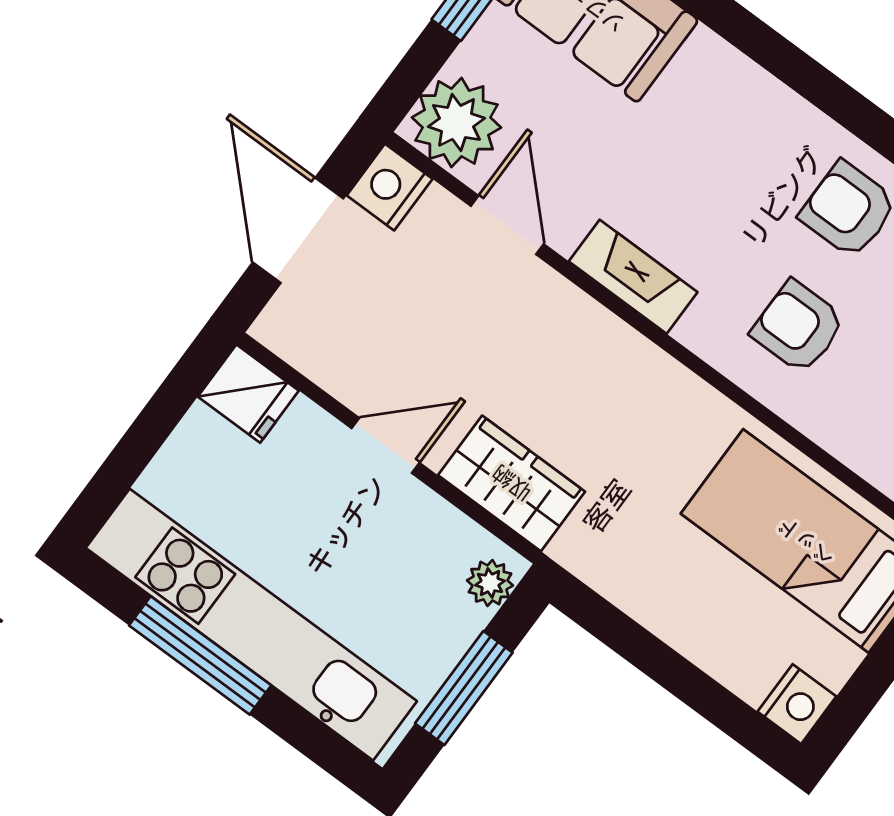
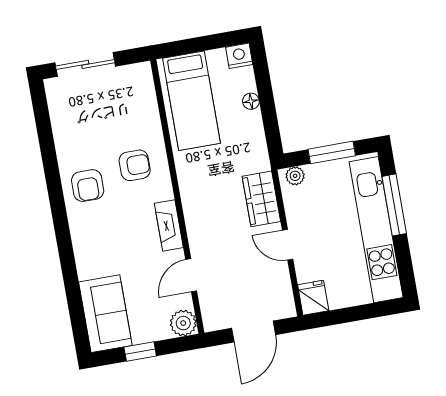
plant: (456, 122) -> (183, 323), width x0.73, depth x0.73
nightstand: (390, 187) -> (215, 319), removed
armchair: (798, 327) -> (135, 165), turned -90
floor lamp: (698, 642) -> (251, 101), added
window: (200, 655) -> (394, 205), moved

